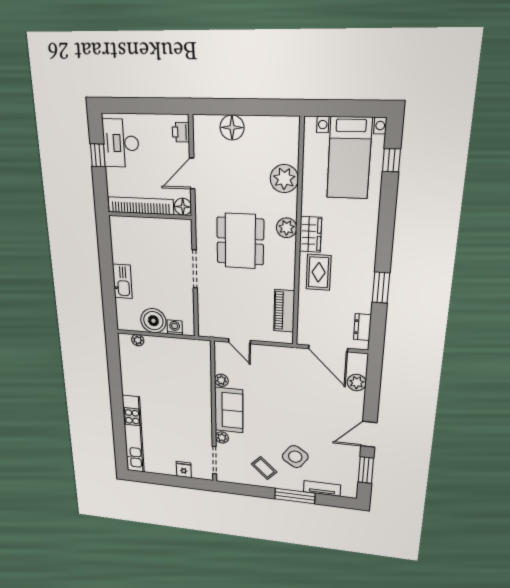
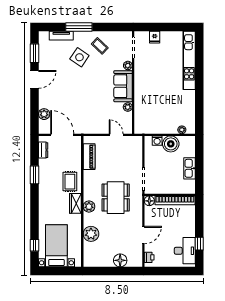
bookcase: (141, 206) -> (175, 200), moved
floor lamp: (183, 207) -> (149, 201), moved
wall: (150, 215) -> (170, 195), moved

